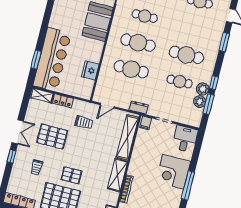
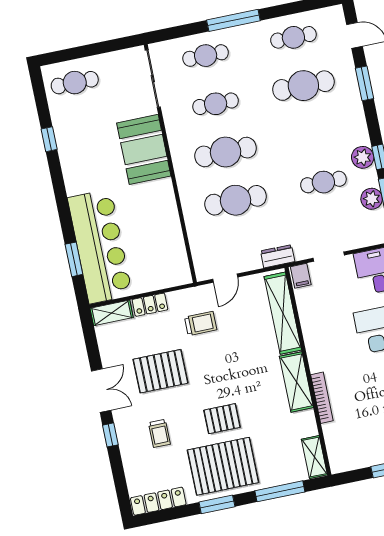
cafe table: (186, 55) -> (303, 86), moved
fridge: (90, 70) -> (170, 234), removed
plant: (203, 89) -> (363, 157), moved

